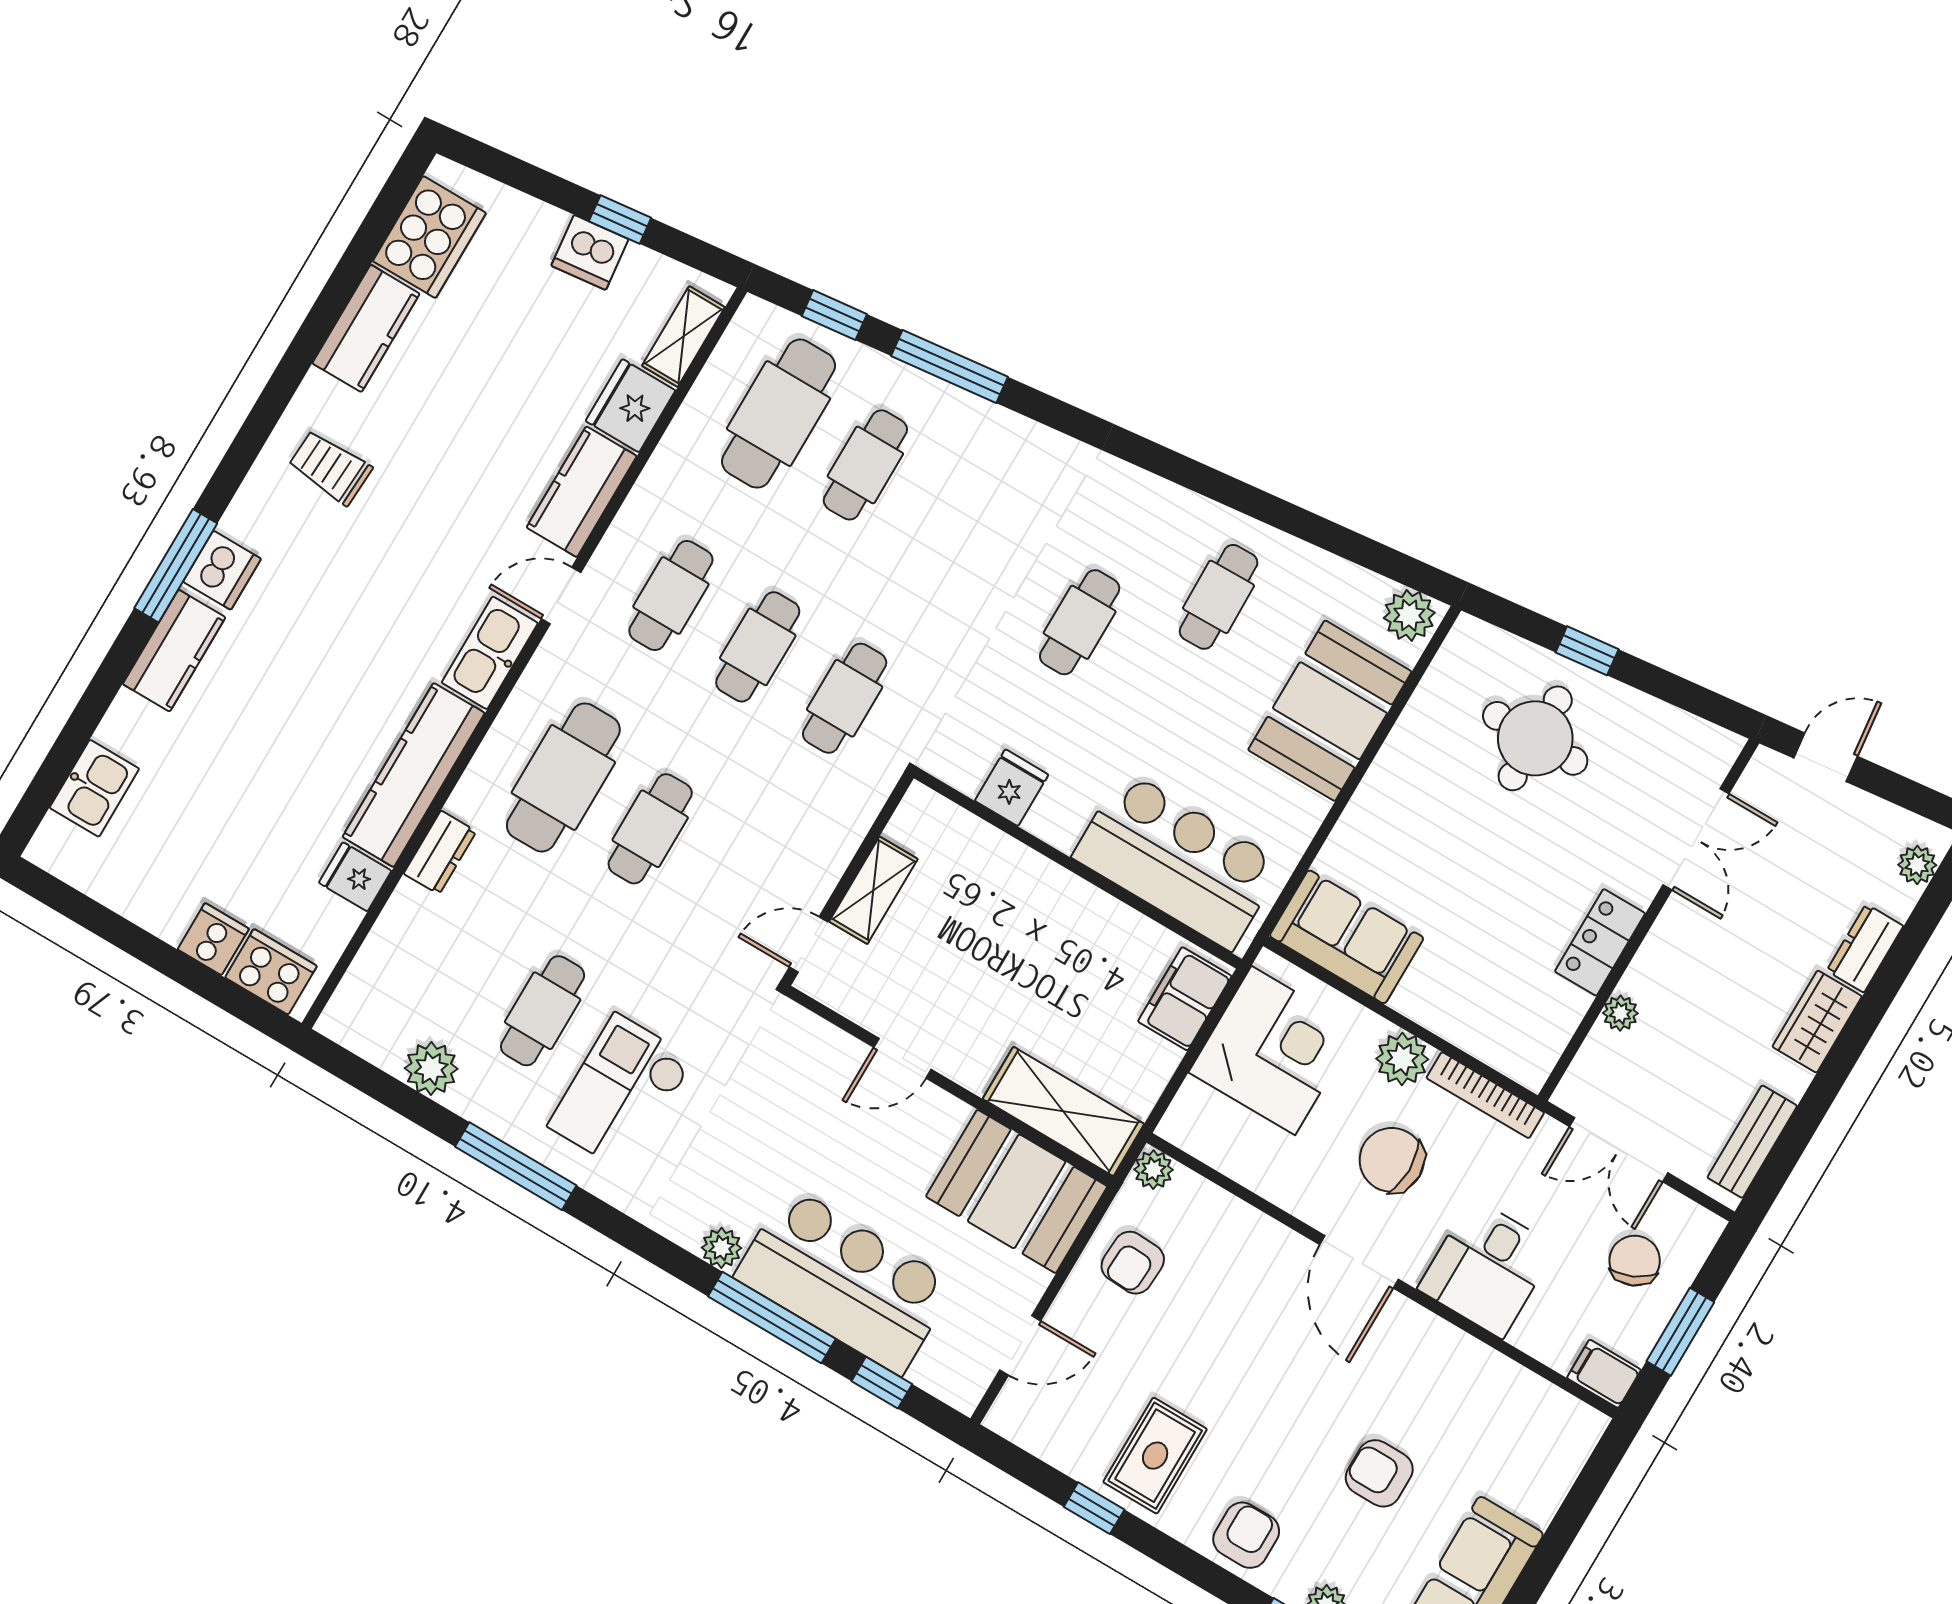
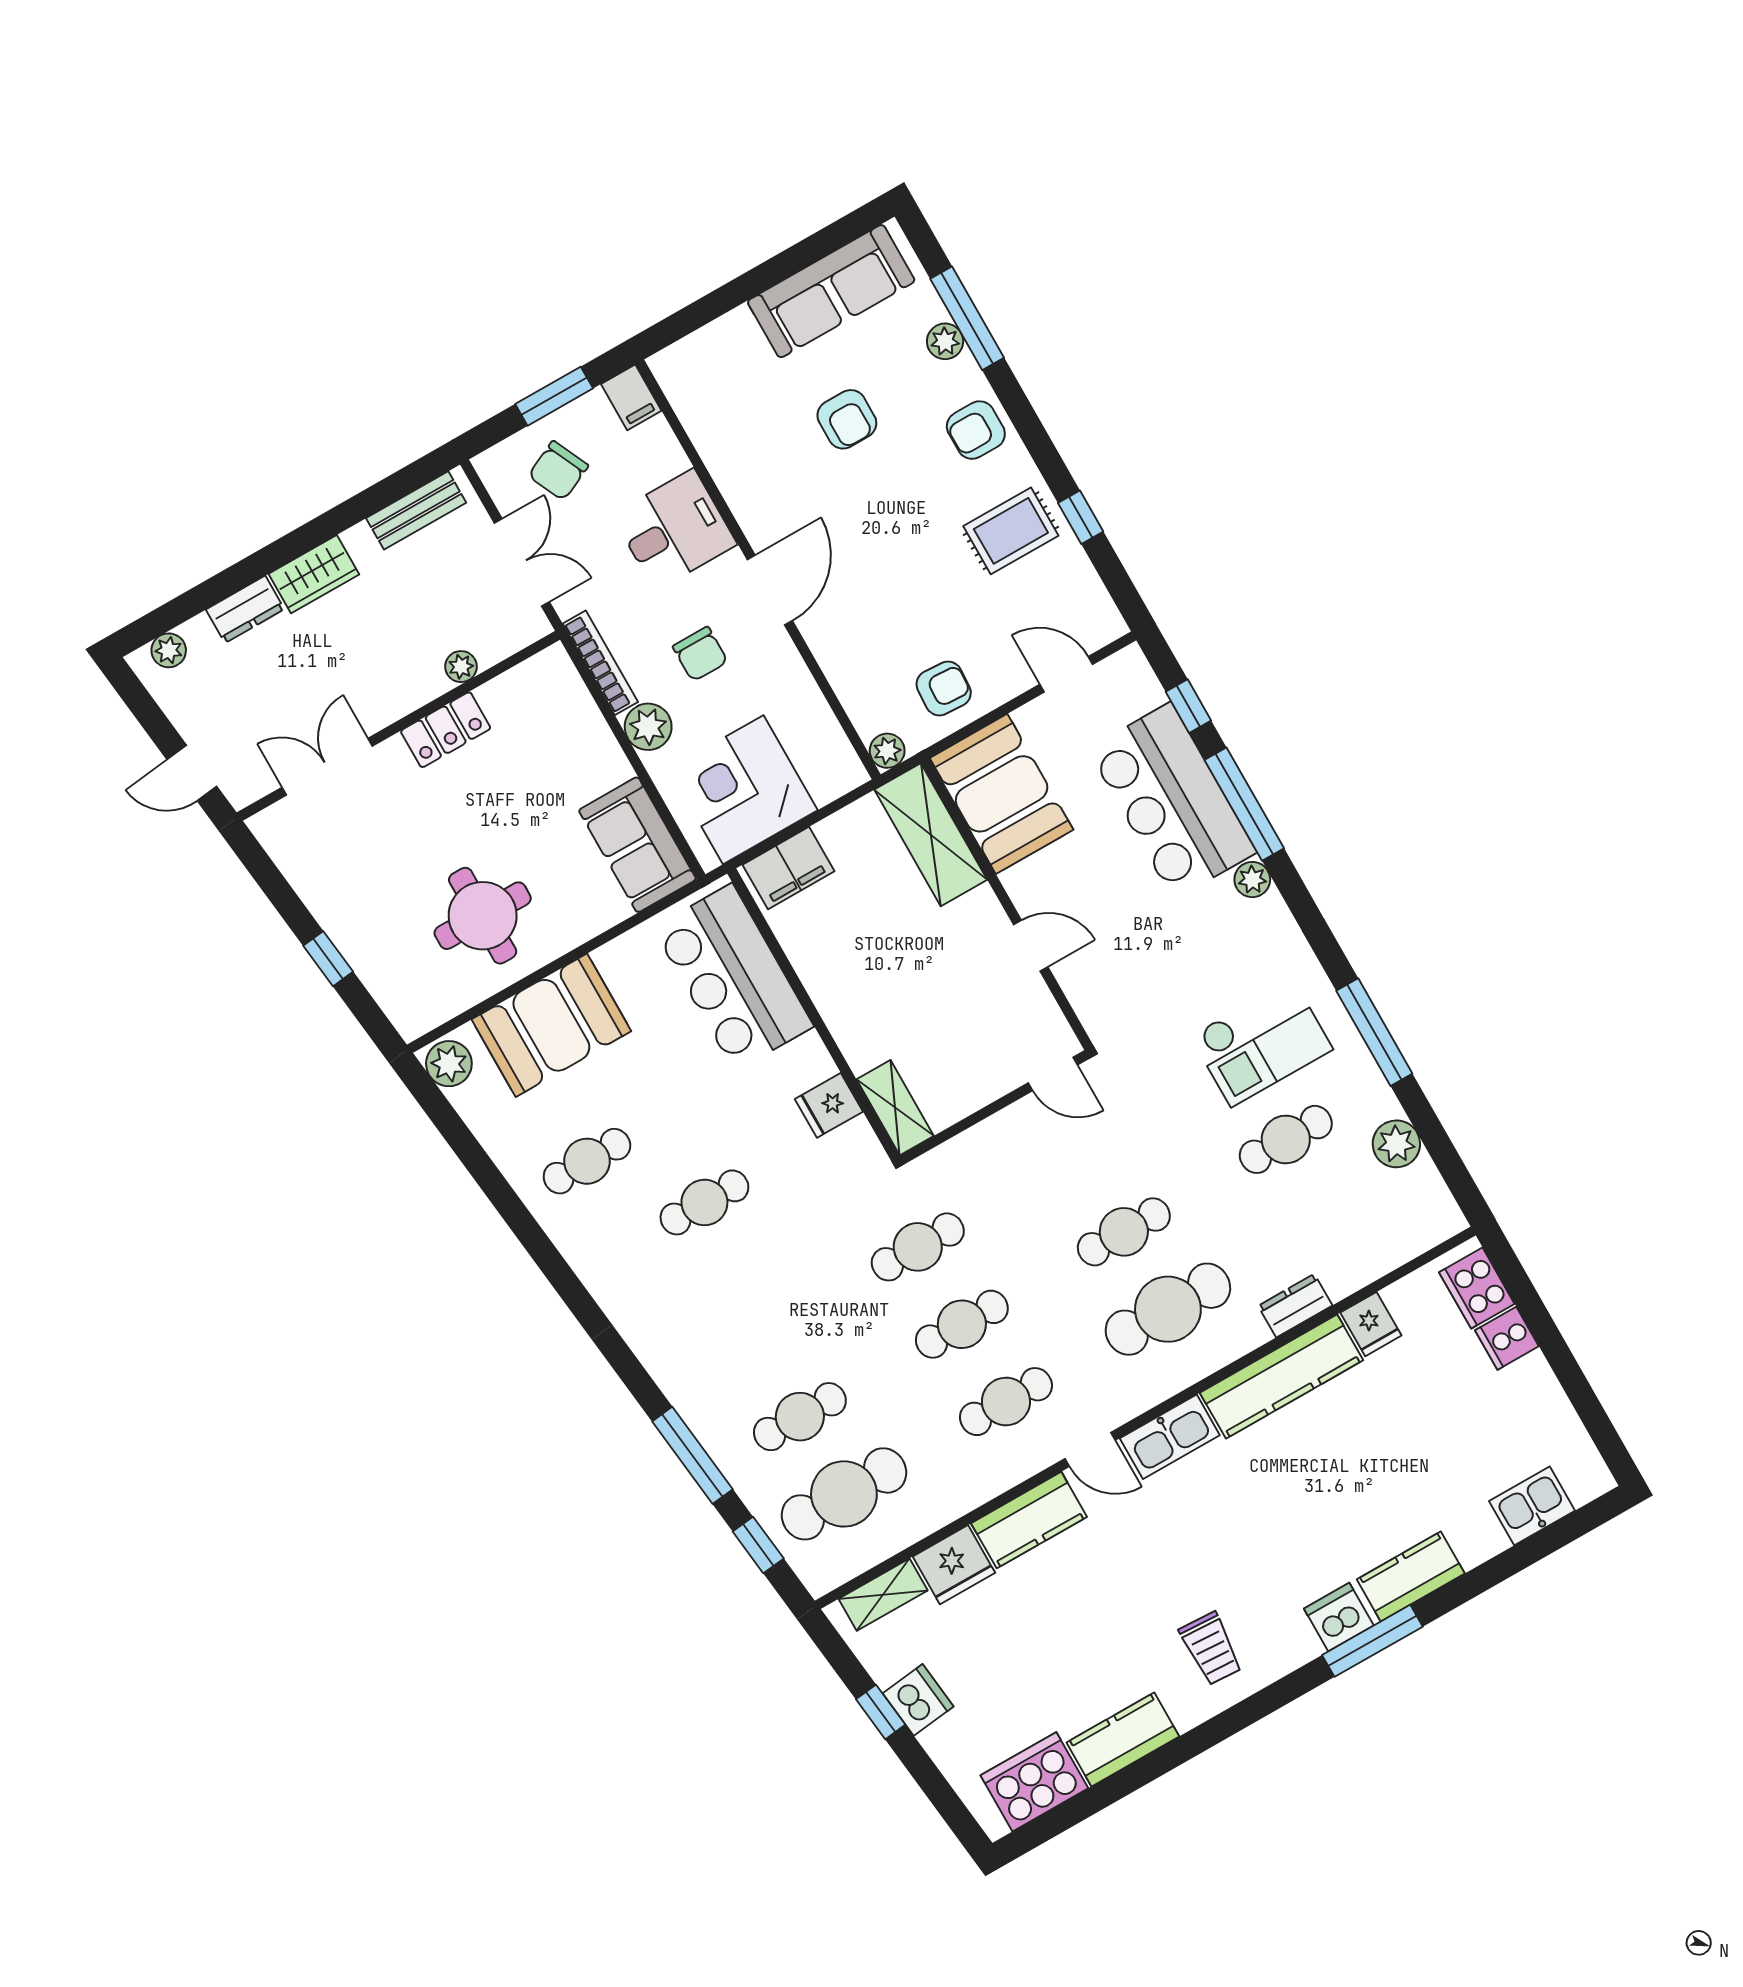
round table: (1535, 738) -> (483, 916), moved
shelving: (873, 890) -> (895, 1108), moved, turned 90
chair: (1392, 1160) -> (700, 654), width x0.73, depth x0.73

